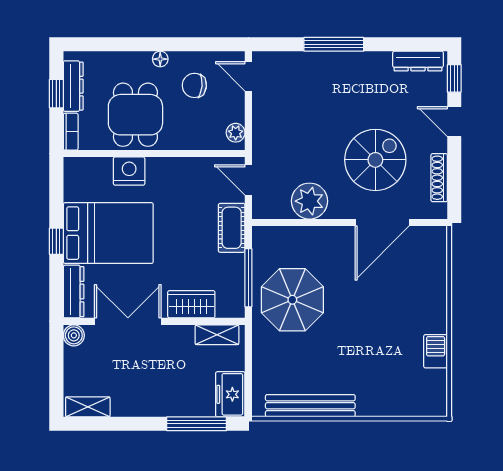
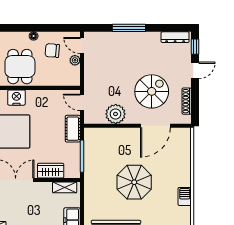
door: (454, 122) -> (195, 70), swing flipped
plant: (236, 133) -> (75, 60), moved
parasol: (292, 300) -> (134, 182), moved

